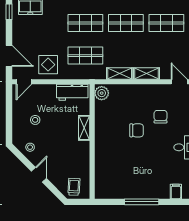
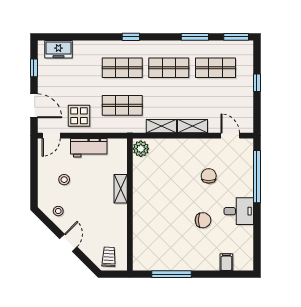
window: (9, 12) -> (34, 68), moved
workbench: (72, 92) -> (89, 148), moved
chair: (137, 130) -> (203, 220), moved
window: (142, 202) -> (171, 274), moved

